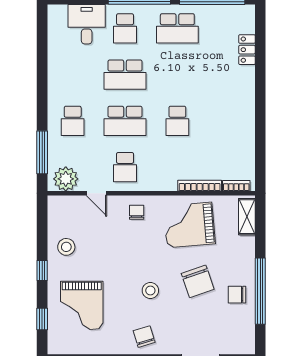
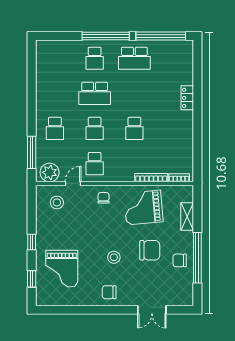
desk: (87, 24) -> (65, 55), removed
locker: (247, 50) -> (187, 98), moved
school desk: (125, 121) -> (95, 128), width x0.54
door: (96, 193) -> (73, 183), swing flipped
shelving: (247, 217) -> (187, 216), moved
stool: (66, 247) -> (57, 202), moved
chair: (198, 281) -> (150, 250), turned -71
chair: (144, 337) -> (109, 292), turned -73

